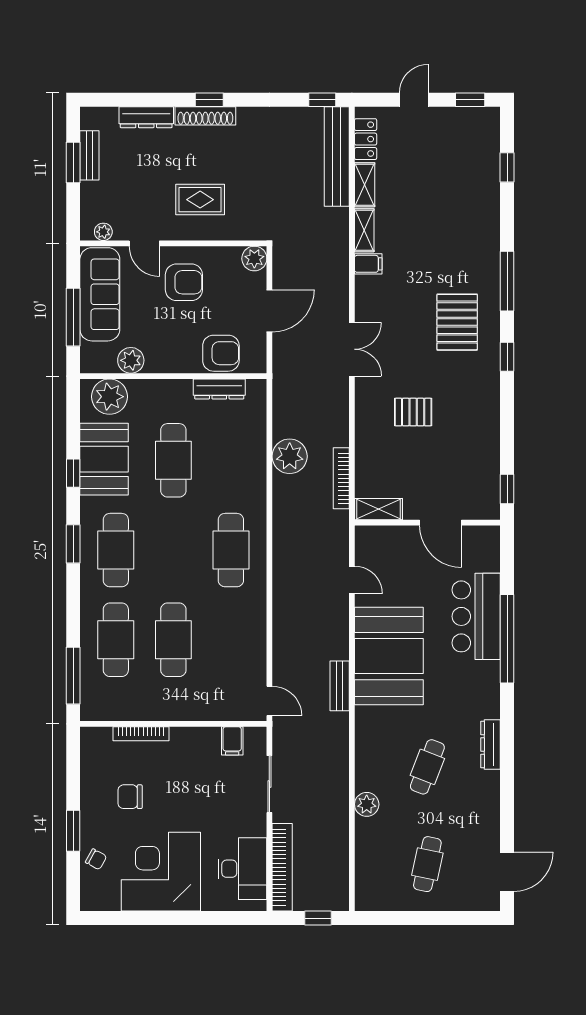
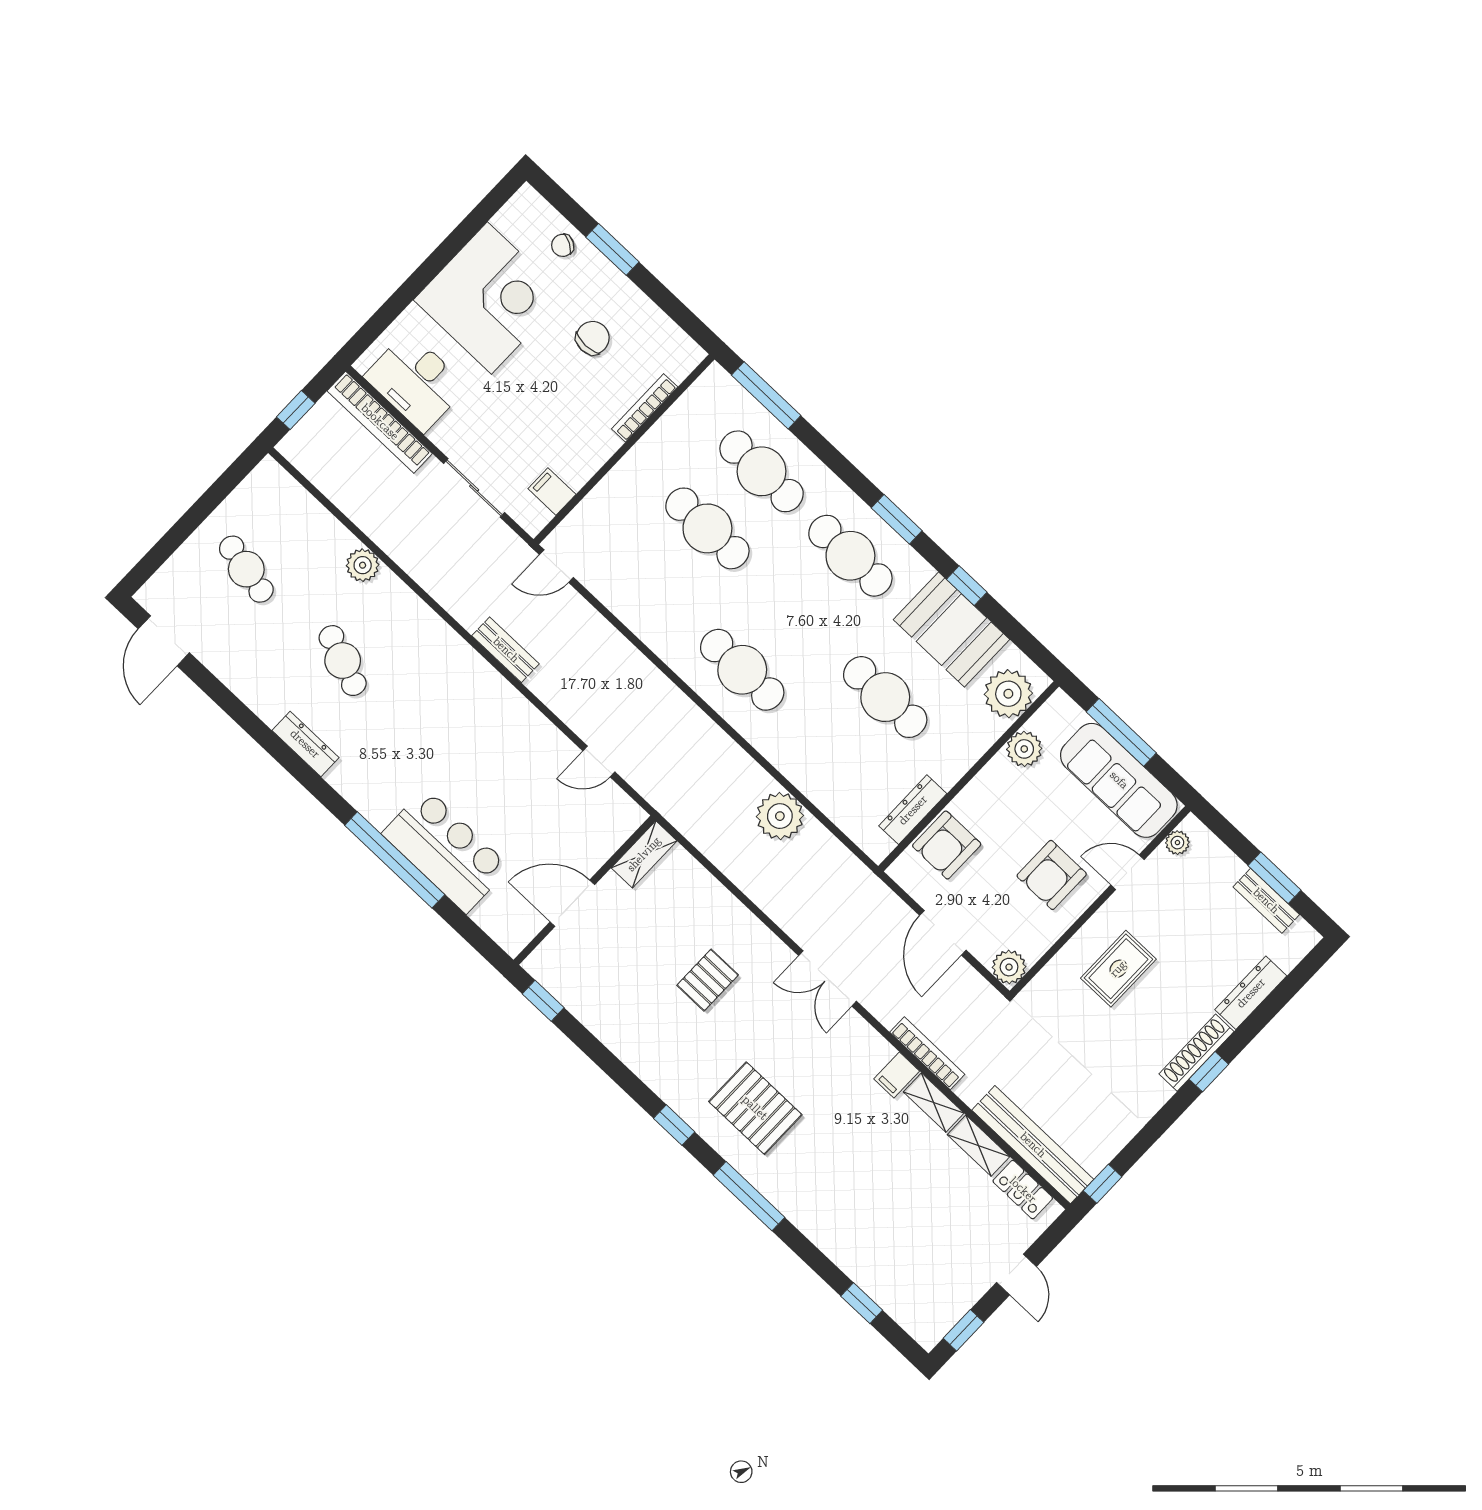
bookcase: (341, 478) -> (927, 1053), moved
booth: (389, 656) -> (489, 727), removed

